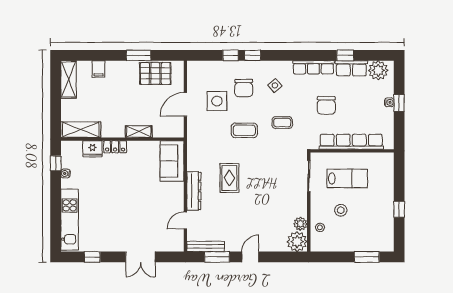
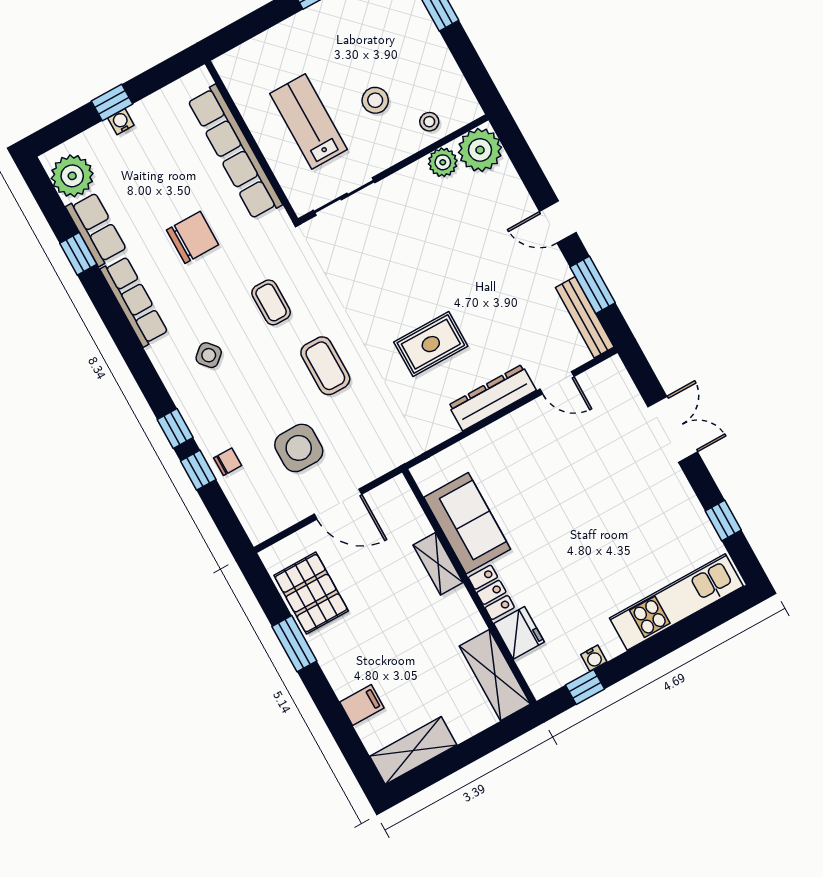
chair: (244, 88) -> (228, 462), moved, width x0.54, depth x0.54
sofa: (172, 161) -> (467, 523), moved, turned -90

